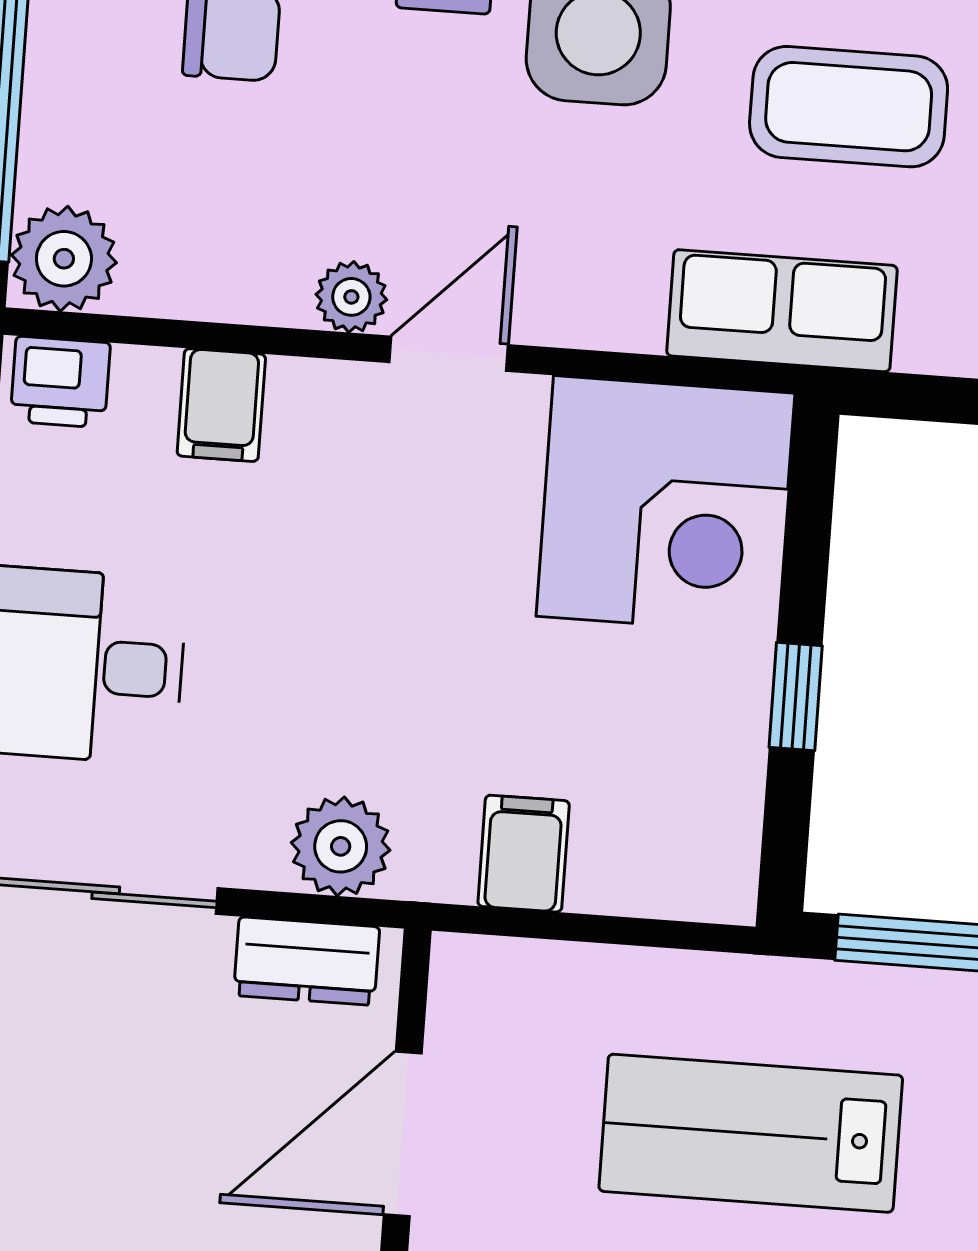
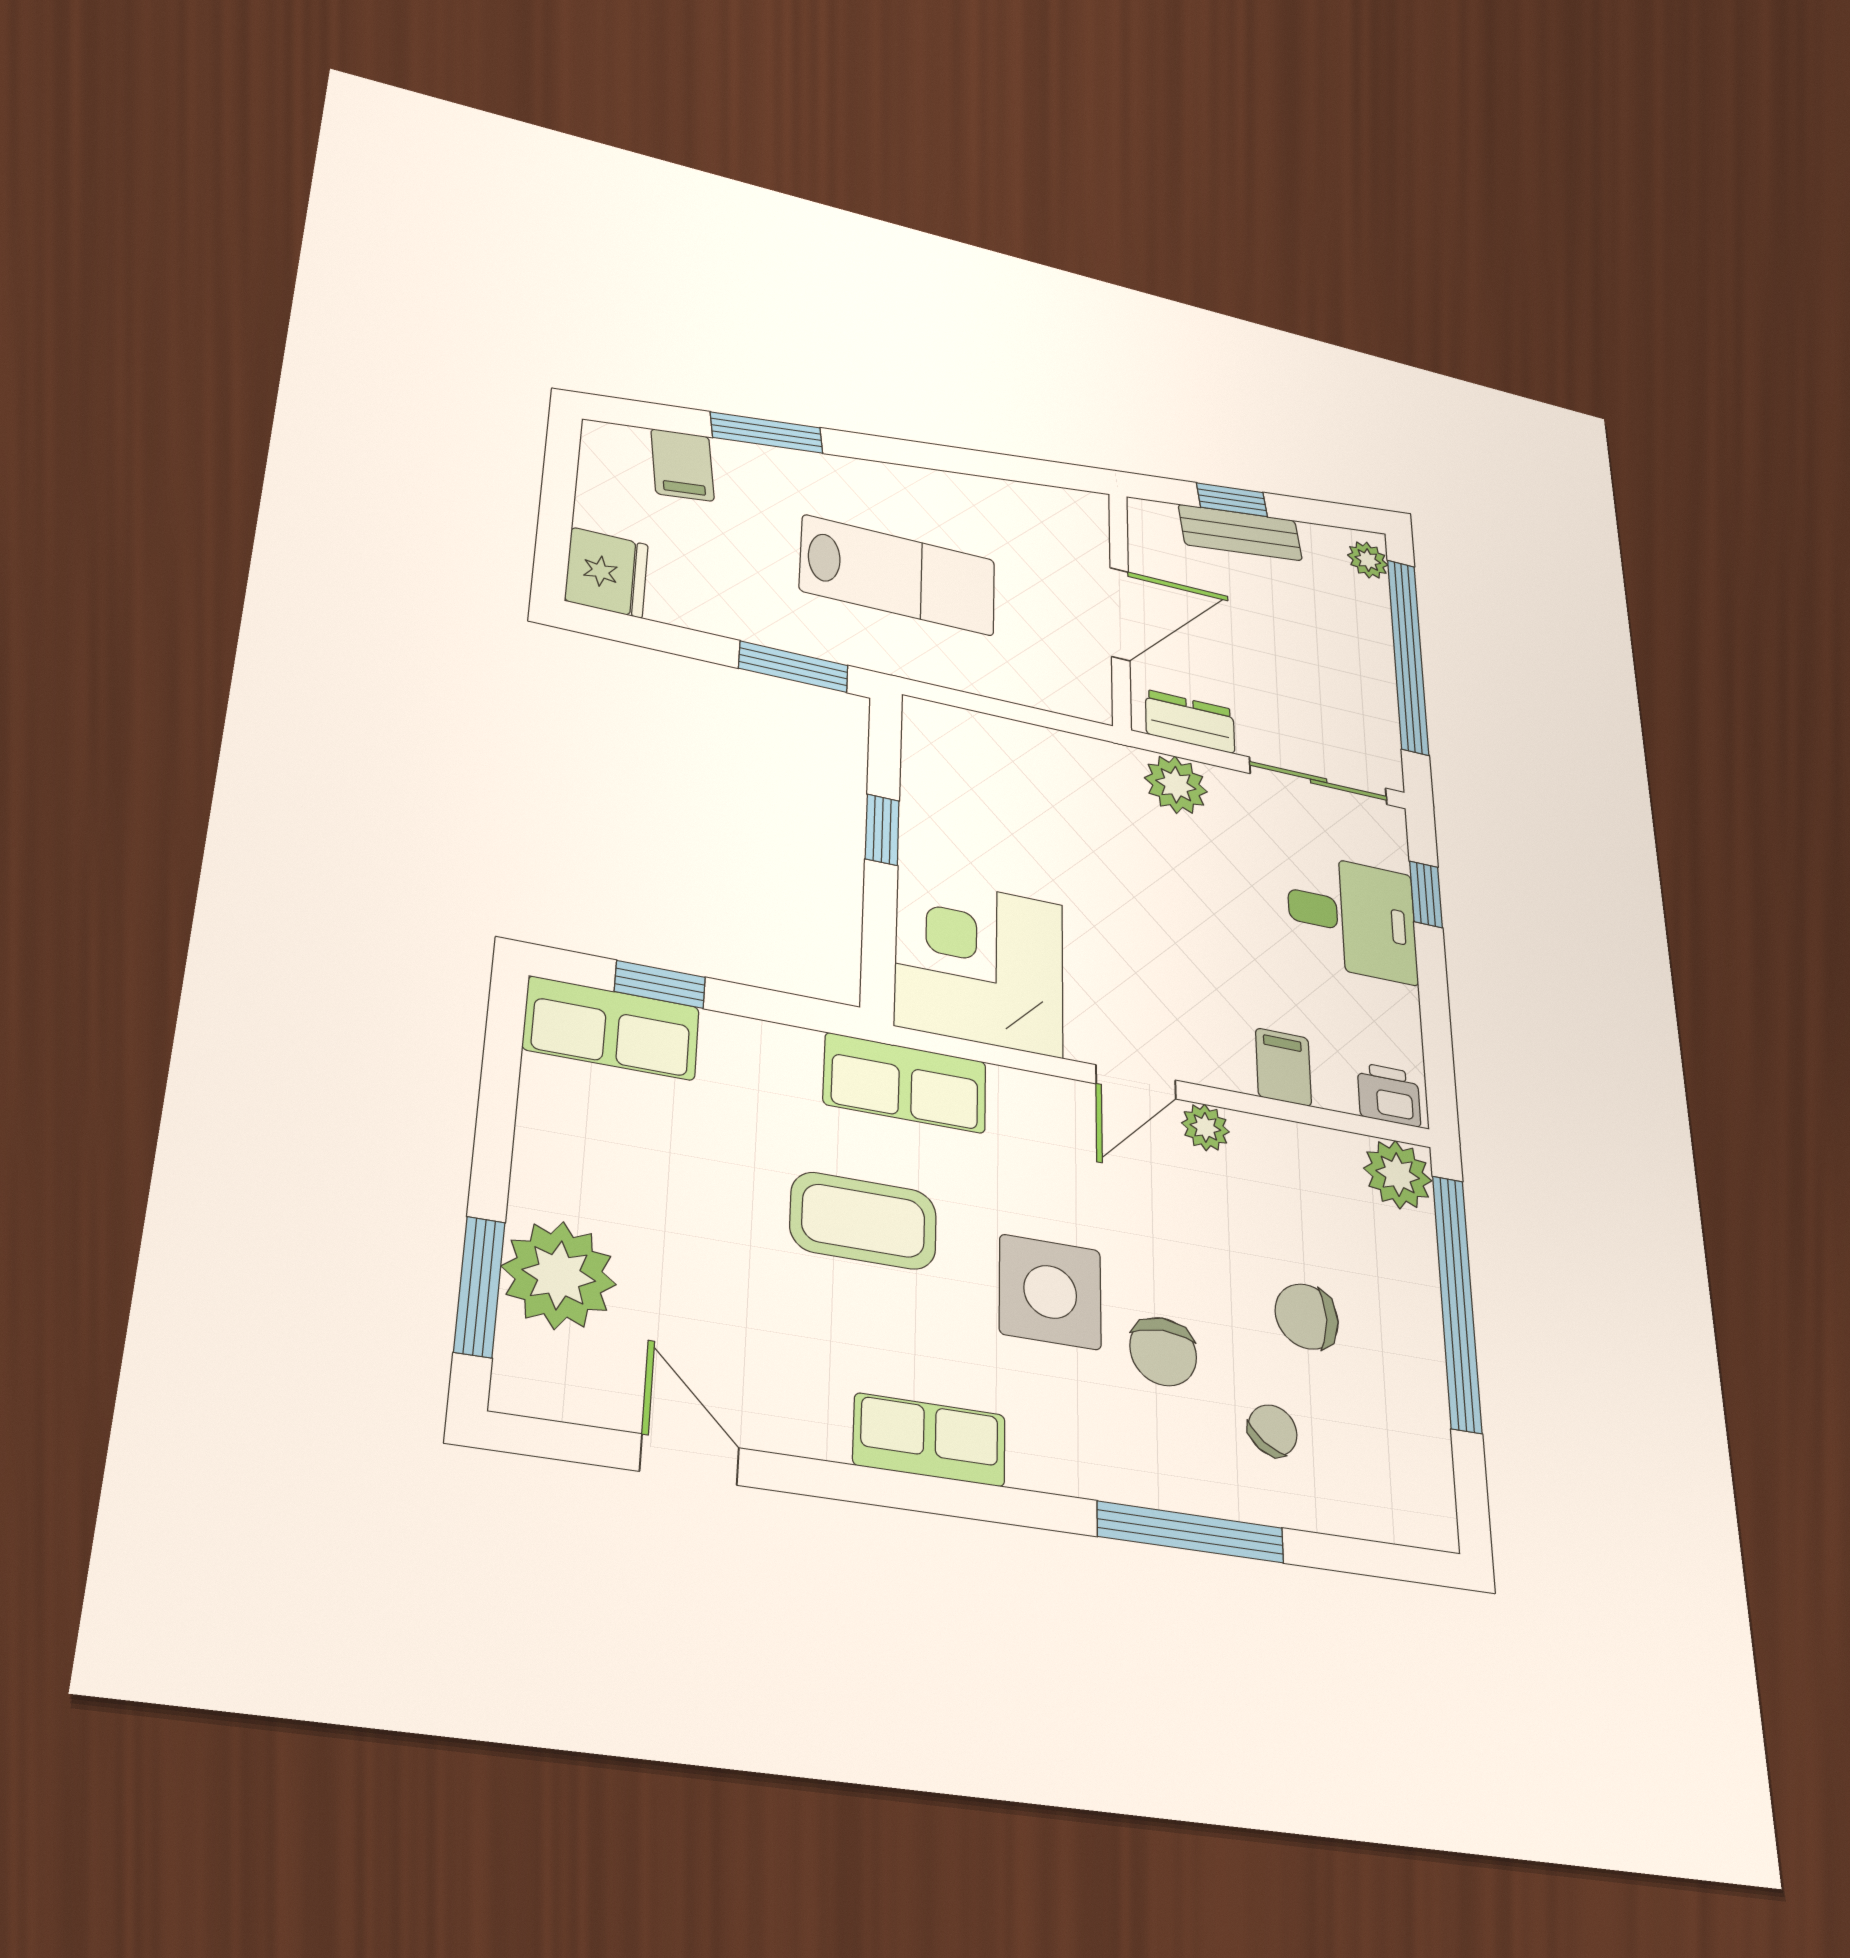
filing cabinet: (524, 854) -> (1058, 762), removed

